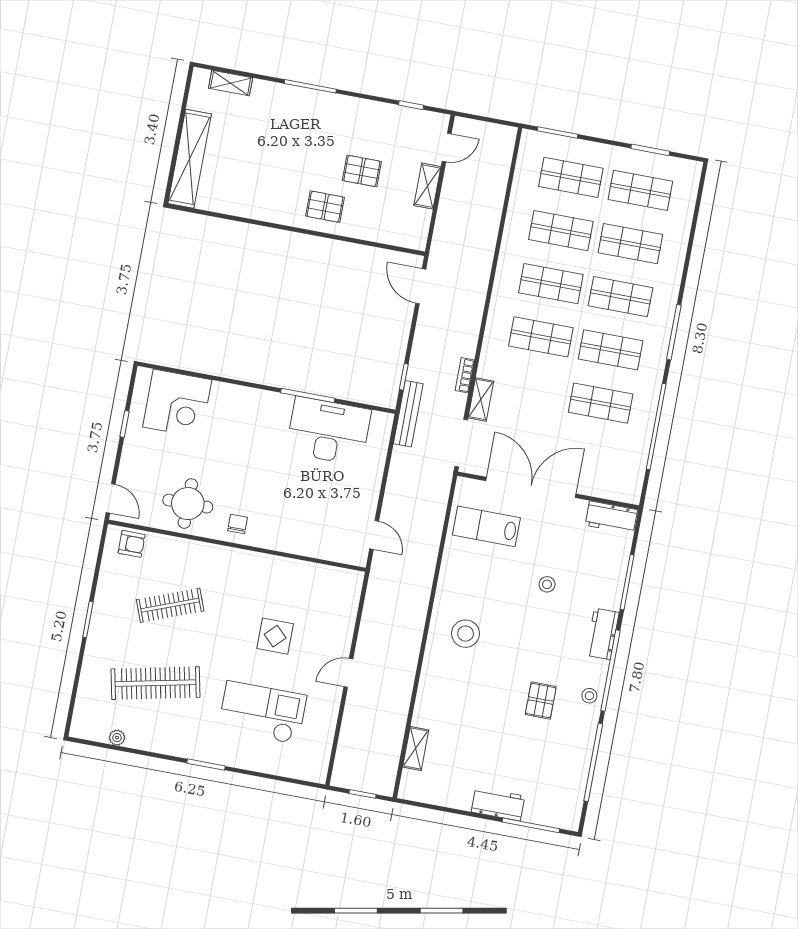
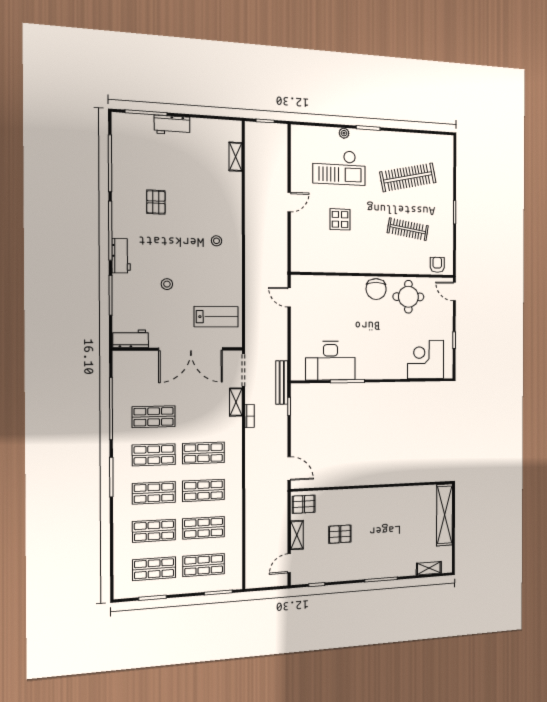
pallet: (325, 207) -> (304, 504), moved
chair: (238, 524) -> (376, 289), width x1.87, depth x1.87
armchair: (132, 544) -> (437, 265), turned 90
clothes rail: (170, 605) -> (408, 229), turned 30
stool: (466, 634) -> (216, 241), width x0.53, depth x0.53
stool: (589, 696) -> (122, 210), removed
plant: (117, 738) -> (344, 133), moved

